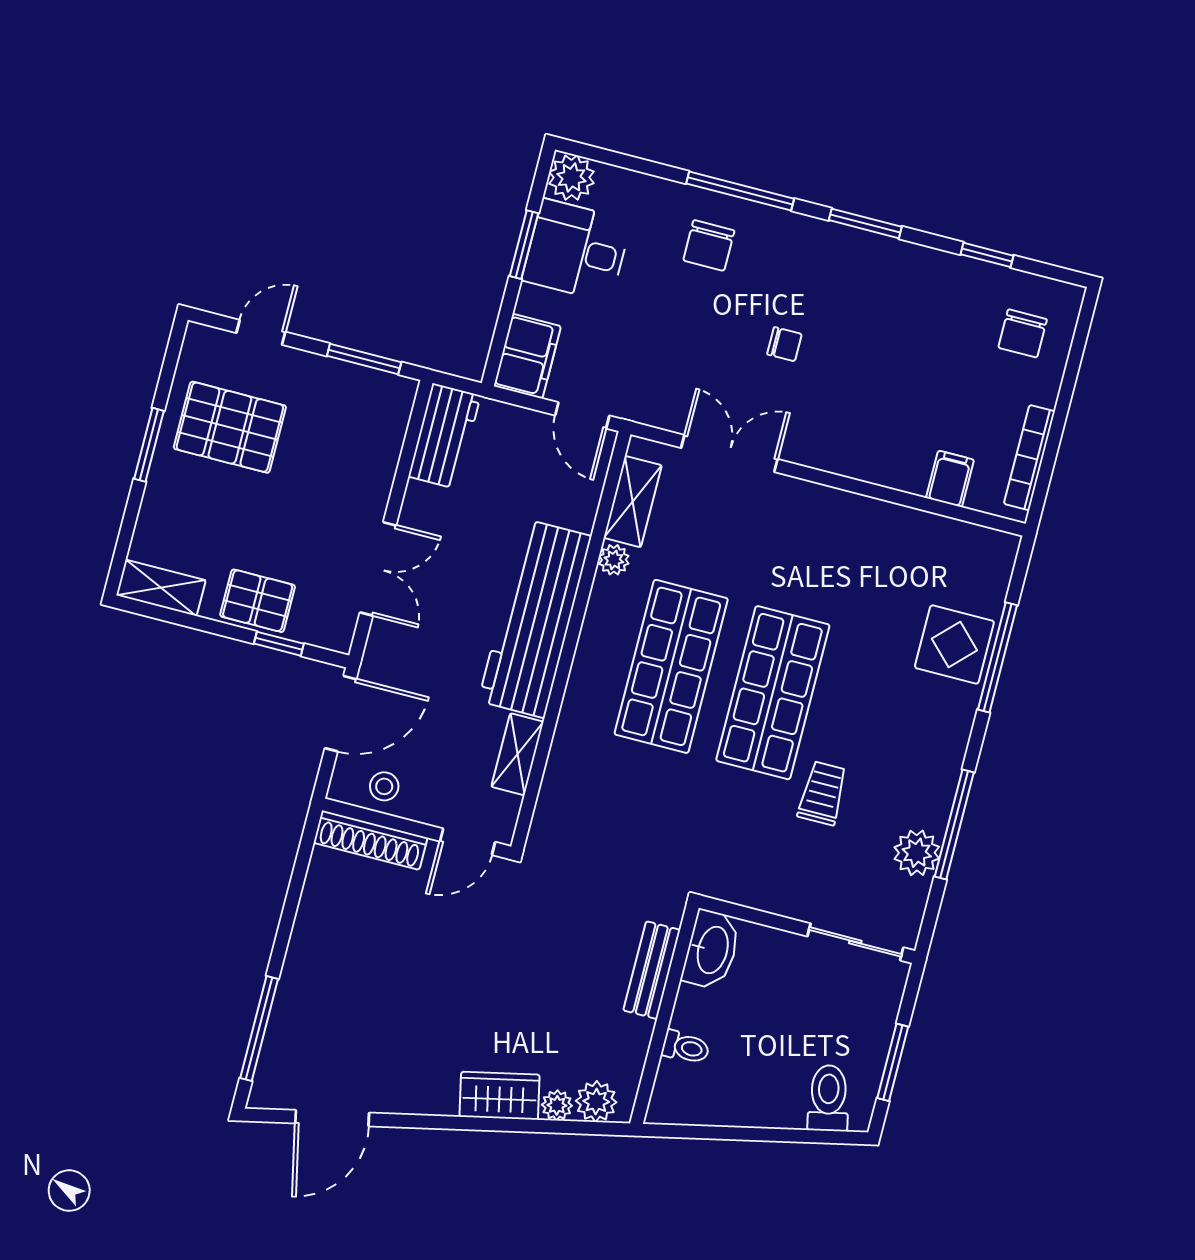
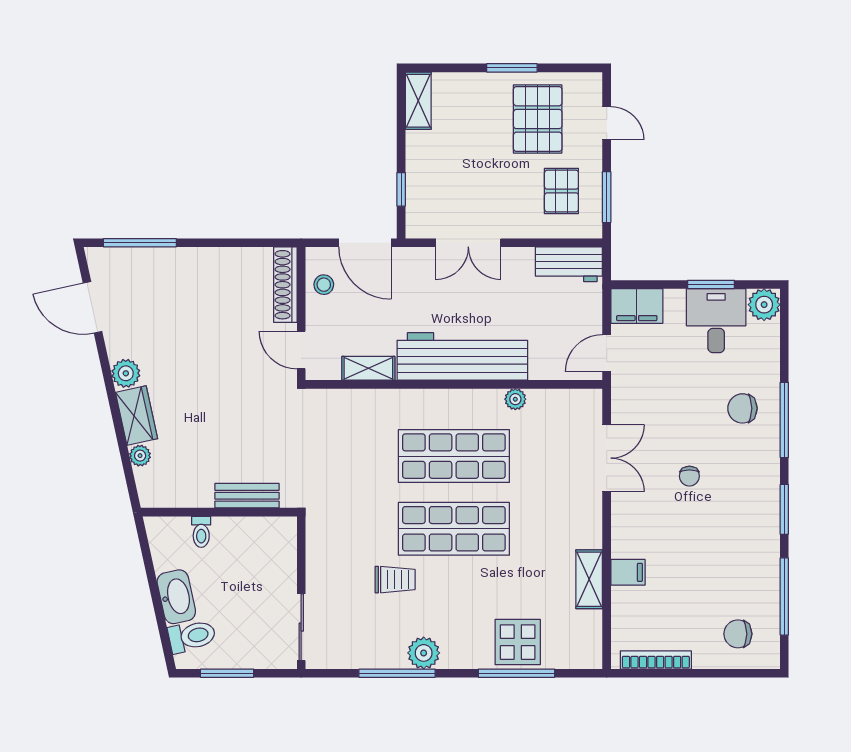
window: (987, 255) -> (784, 596), width x2.17
filing cabinet: (950, 479) -> (628, 572), moved
shelving: (633, 502) -> (589, 579), moved, turned 90
pallet: (258, 601) -> (561, 191), moved
plant: (917, 853) -> (424, 653), moved
washbasin: (711, 950) -> (176, 597), moved, turned -102
plant: (596, 1101) -> (126, 373), moved

